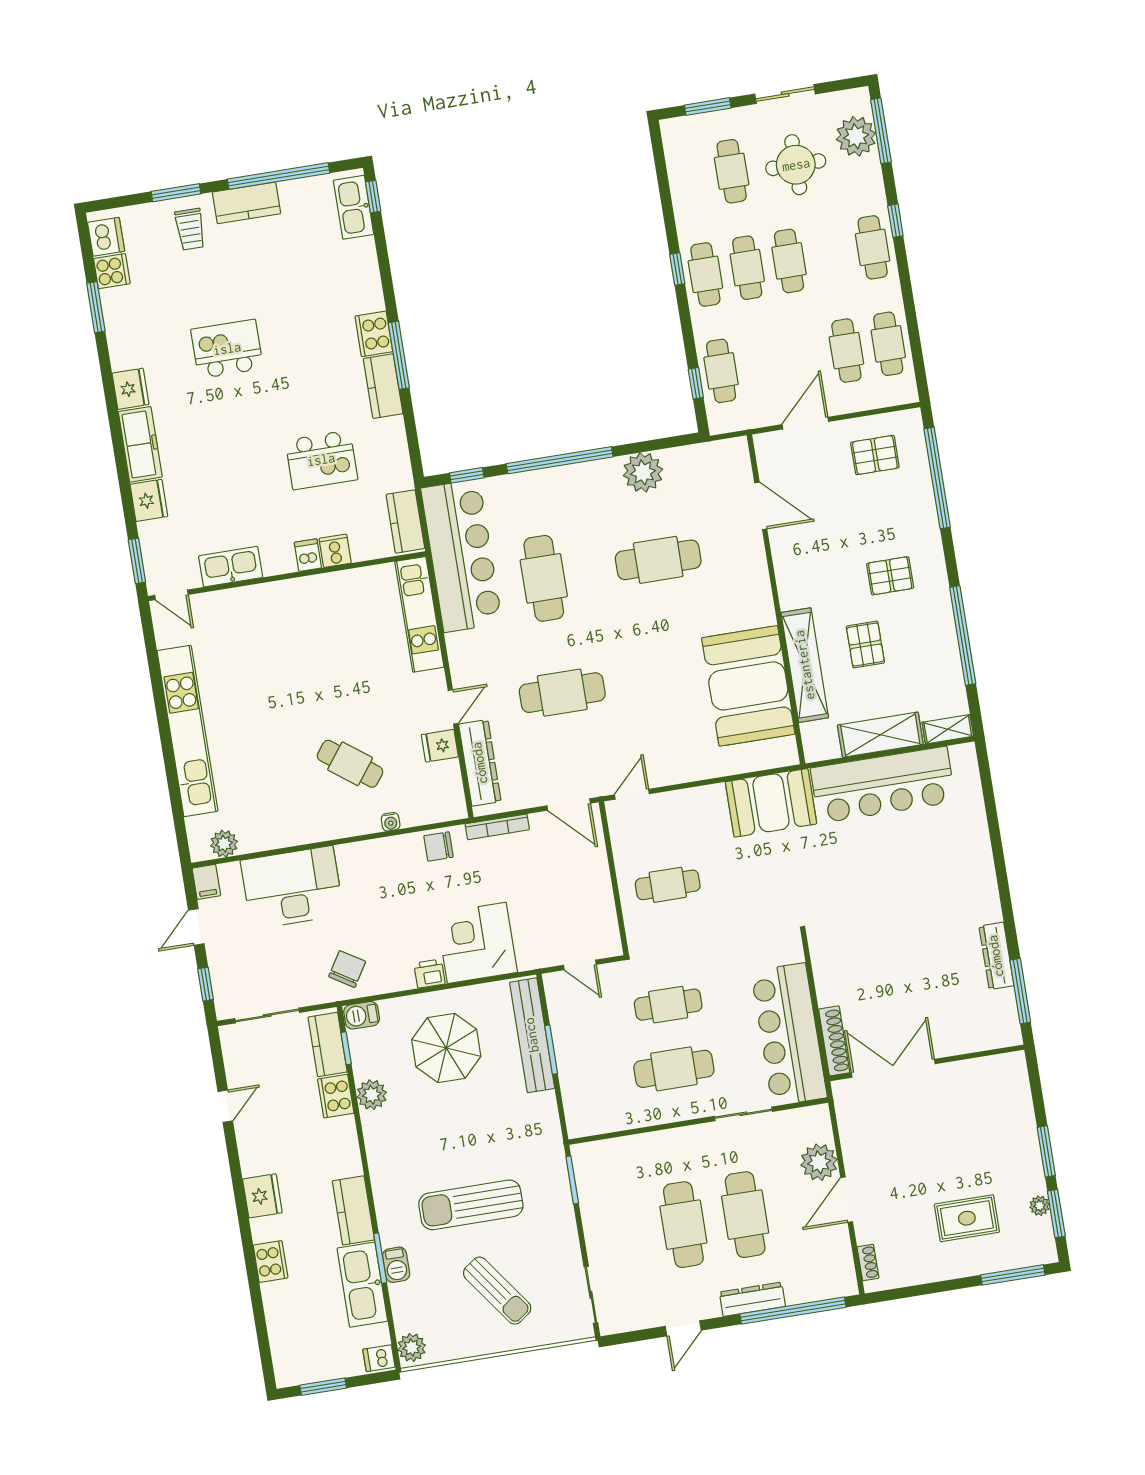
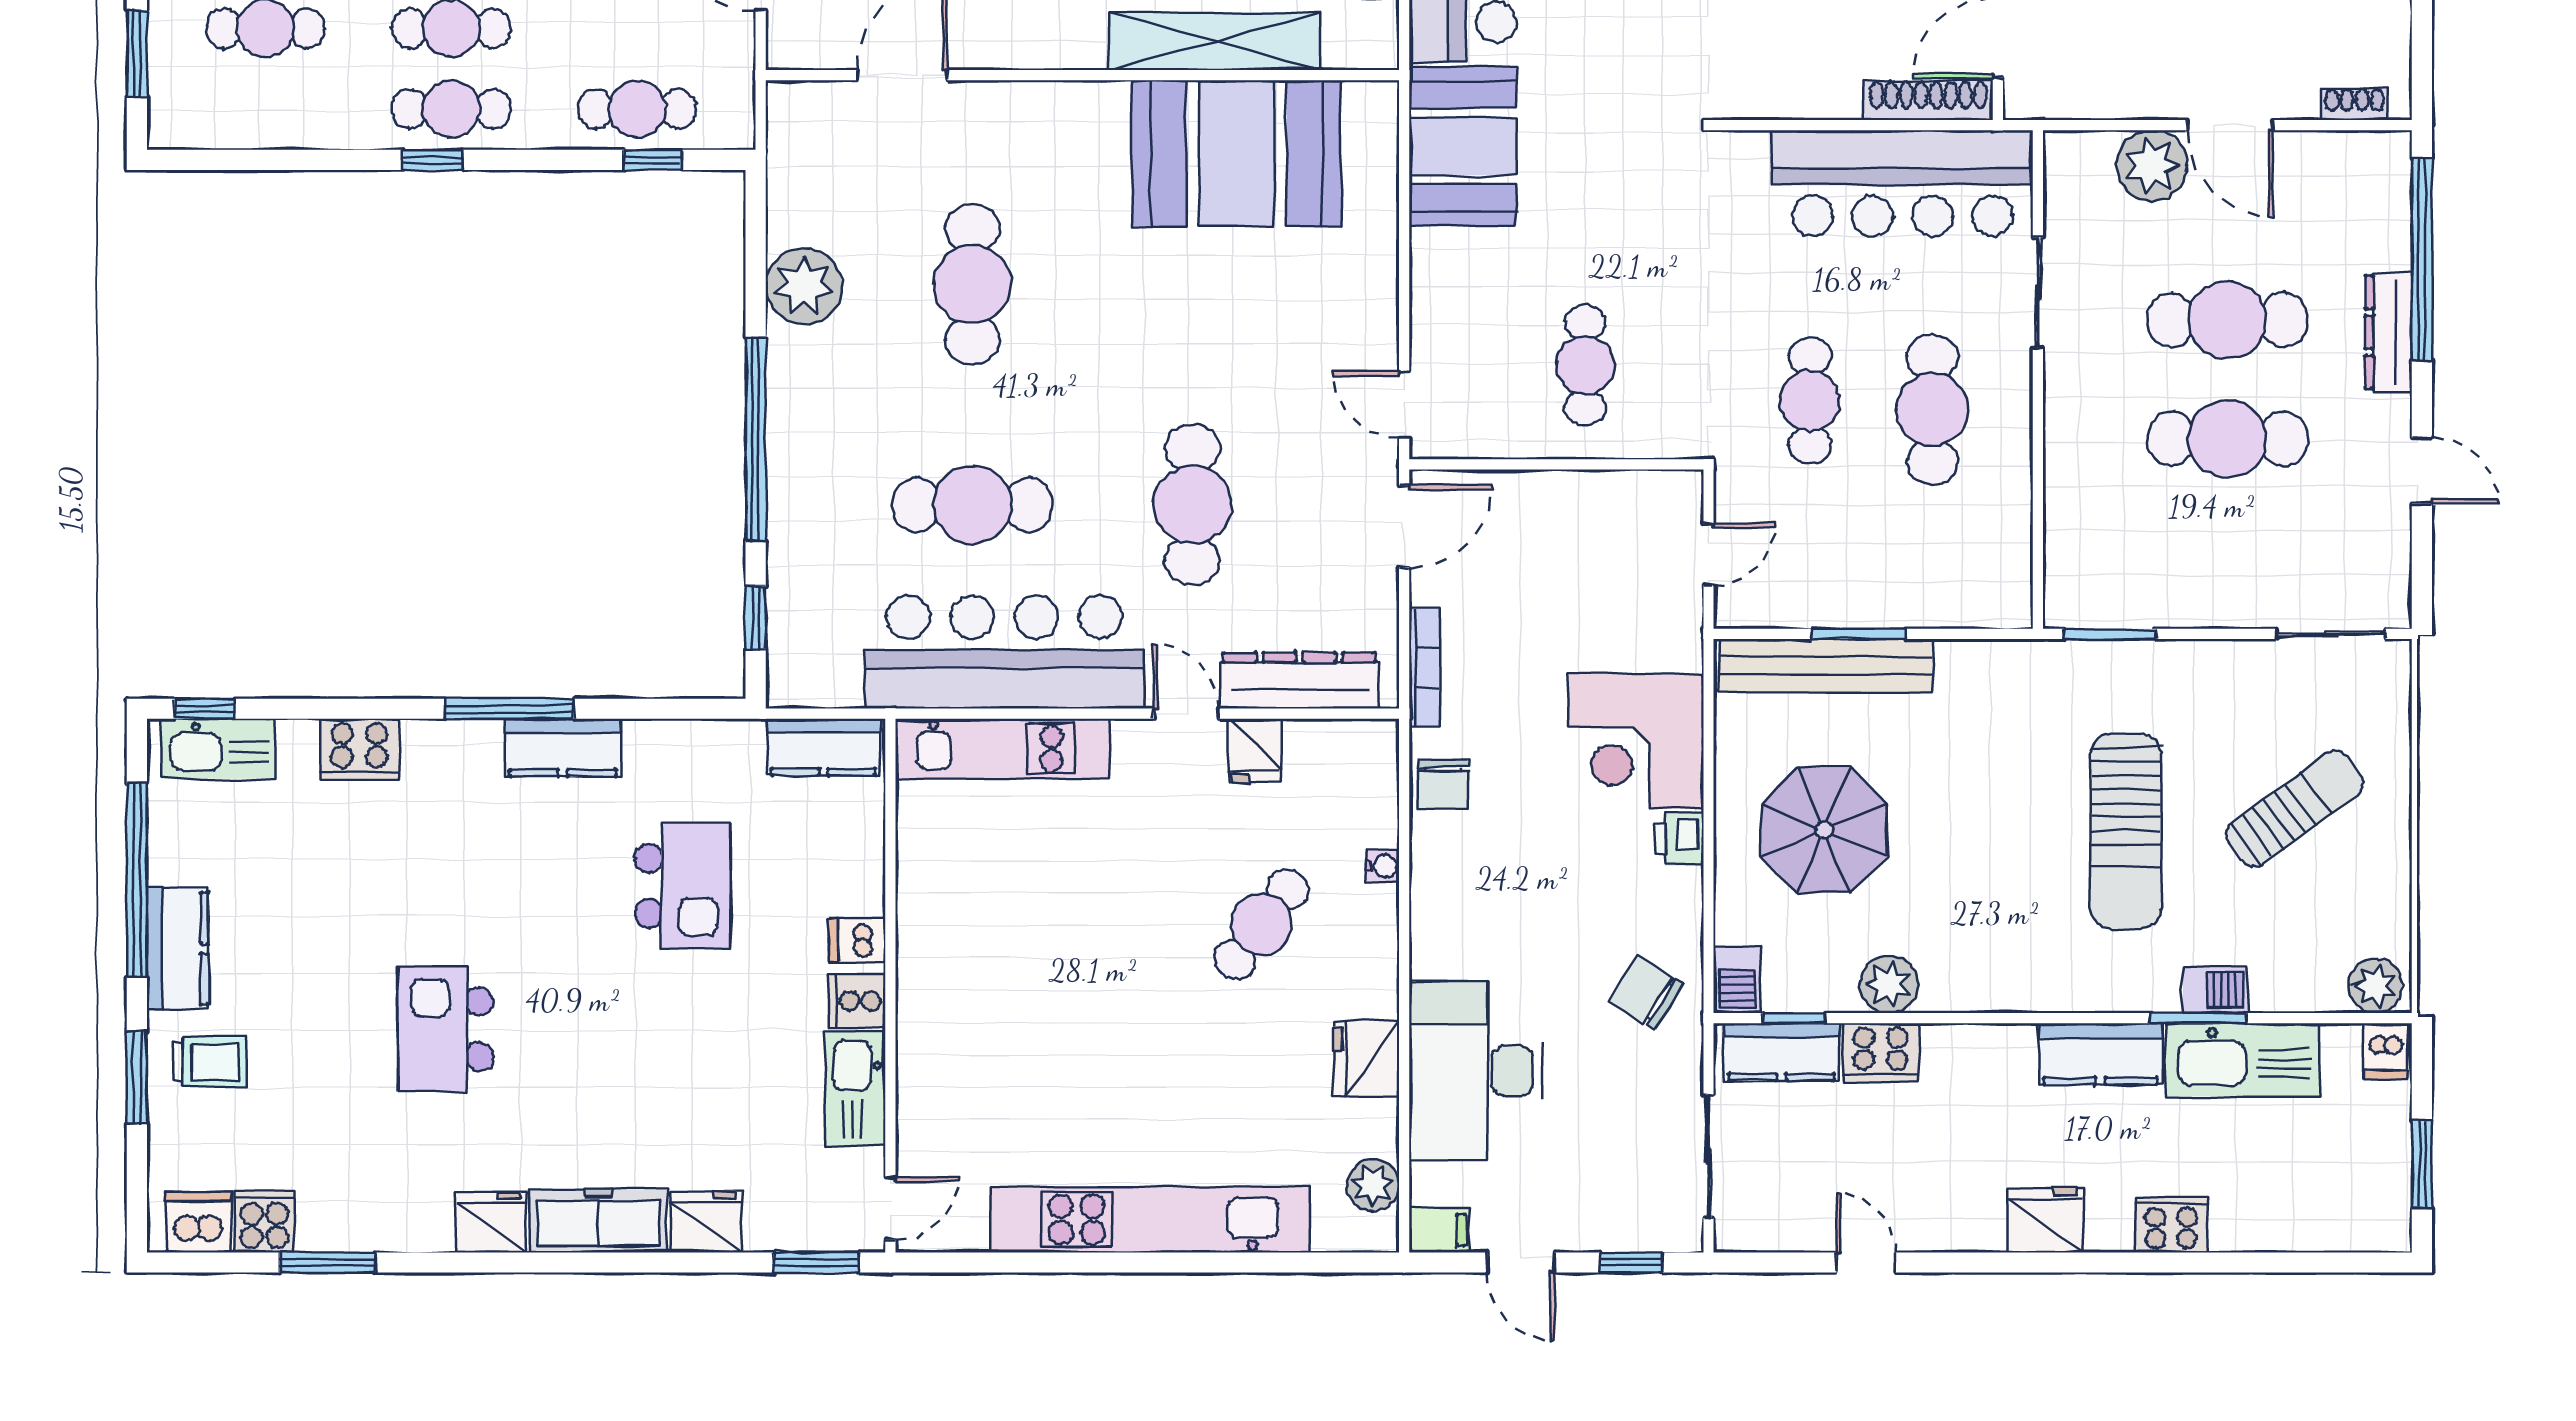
cooker: (374, 334) -> (359, 749), moved
cooker: (335, 551) -> (857, 1001), moved
bar counter: (461, 556) -> (1004, 652), moved
fridge: (289, 830) -> (1366, 1059), added

